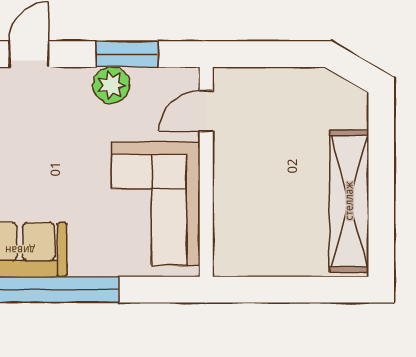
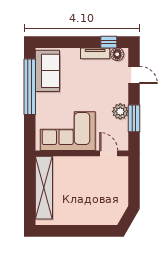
shelving: (349, 201) -> (44, 188), moved, turned 90

